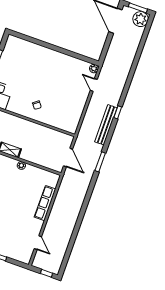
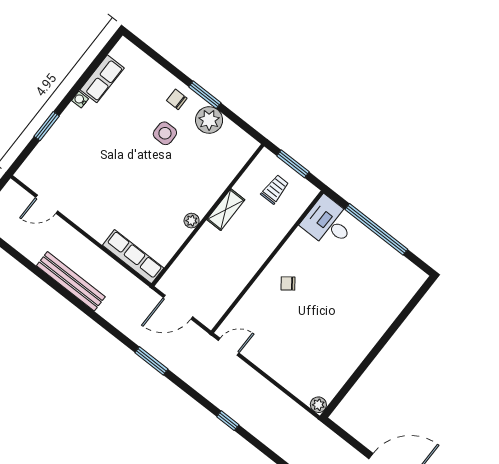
door: (94, 85) -> (229, 347), moved
bench: (106, 125) -> (71, 281), moved
row of seats: (45, 203) -> (133, 257), moved

